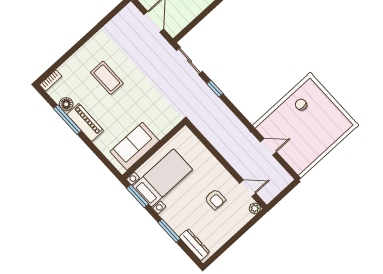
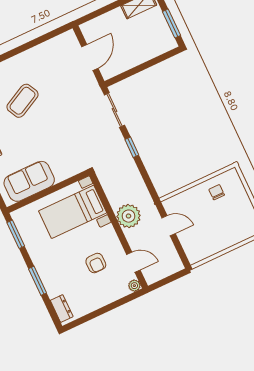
coffee table: (107, 78) -> (22, 101), turned 63
plant: (231, 149) -> (129, 216), added
bed with nightstands: (163, 178) -> (73, 212), moved, turned 180
dresser: (194, 245) -> (62, 308), width x0.70

